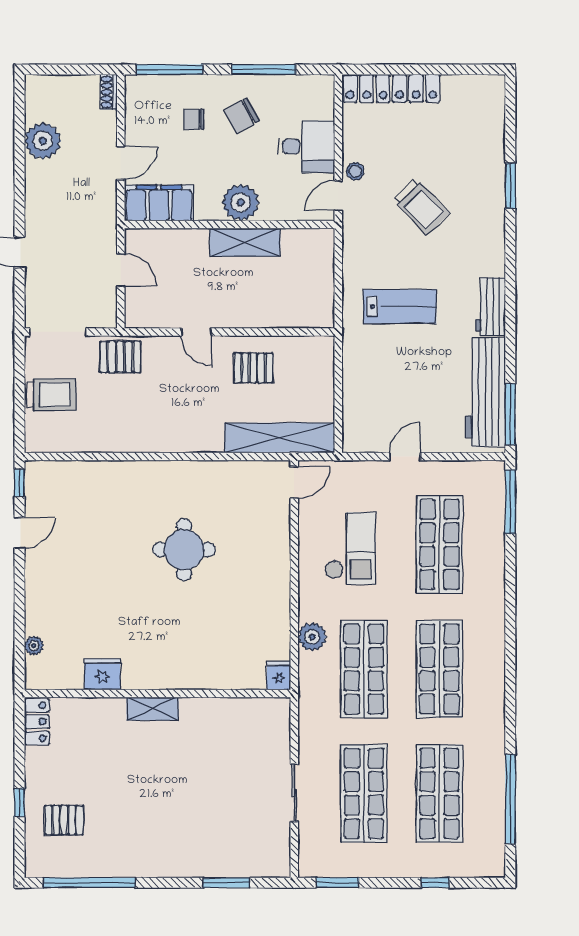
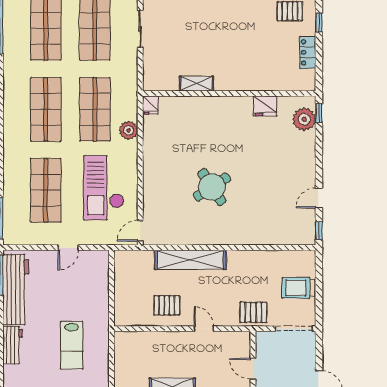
lab bench: (400, 306) -> (72, 345), turned -90
shelving: (280, 438) -> (190, 260), moved
checkout: (350, 548) -> (104, 188), width x1.36, depth x1.21
round table: (184, 550) -> (212, 187), turned -33
plant: (34, 646) -> (304, 119), width x1.88, depth x1.88
window: (19, 664) -> (319, 113), added
shelving: (153, 709) -> (197, 84), moved
locker: (37, 722) -> (308, 52), moved

